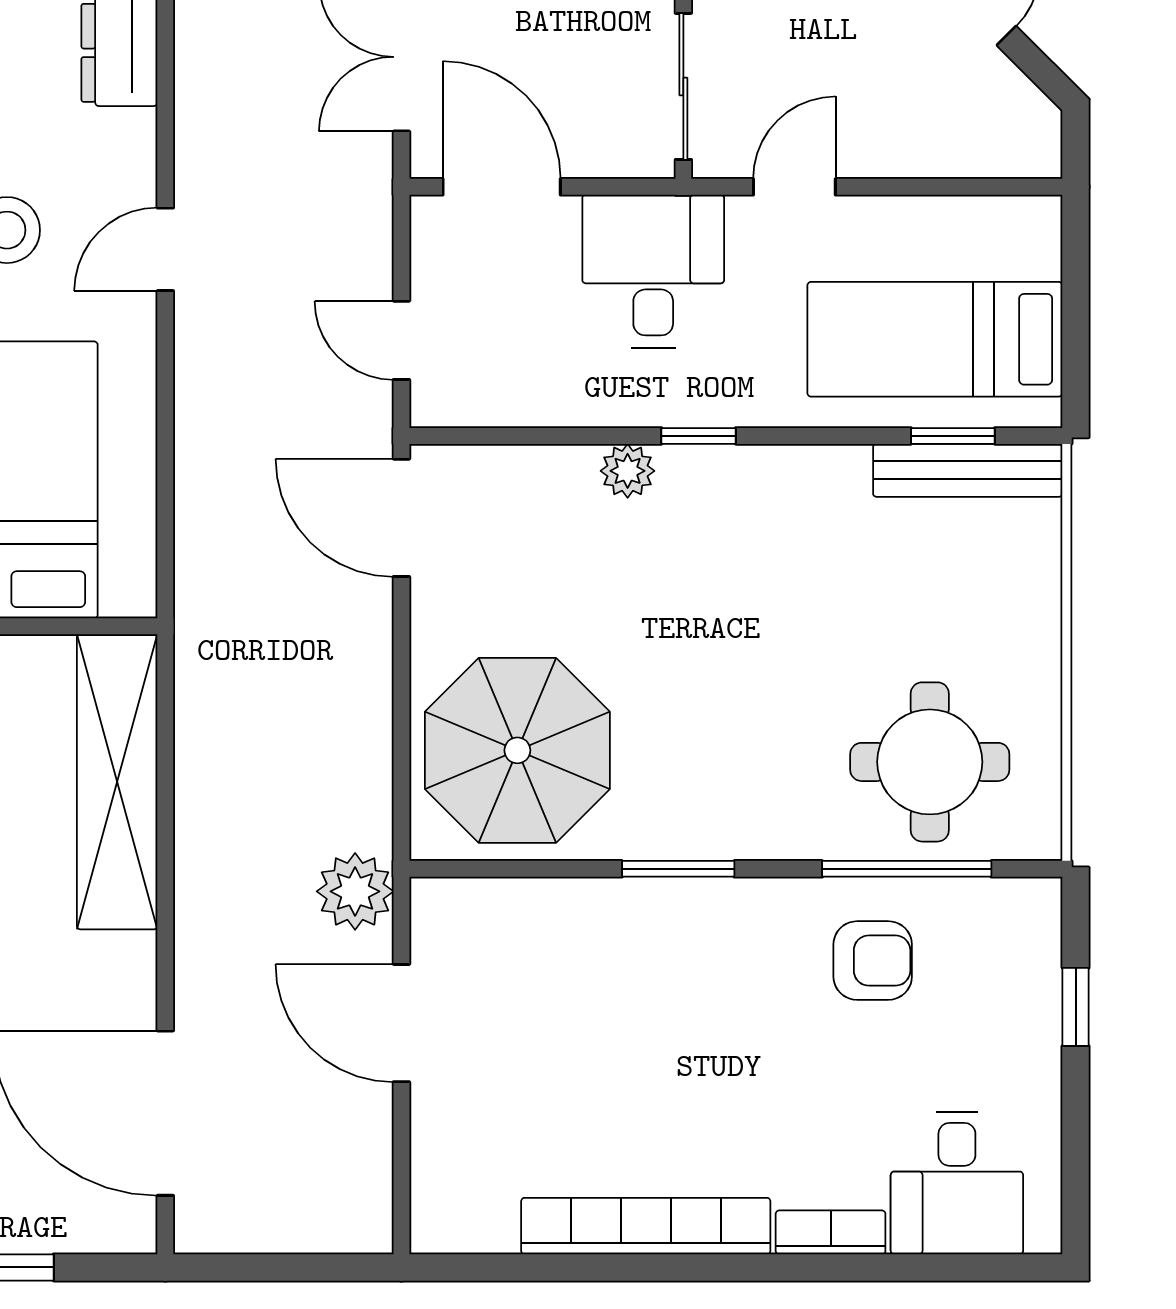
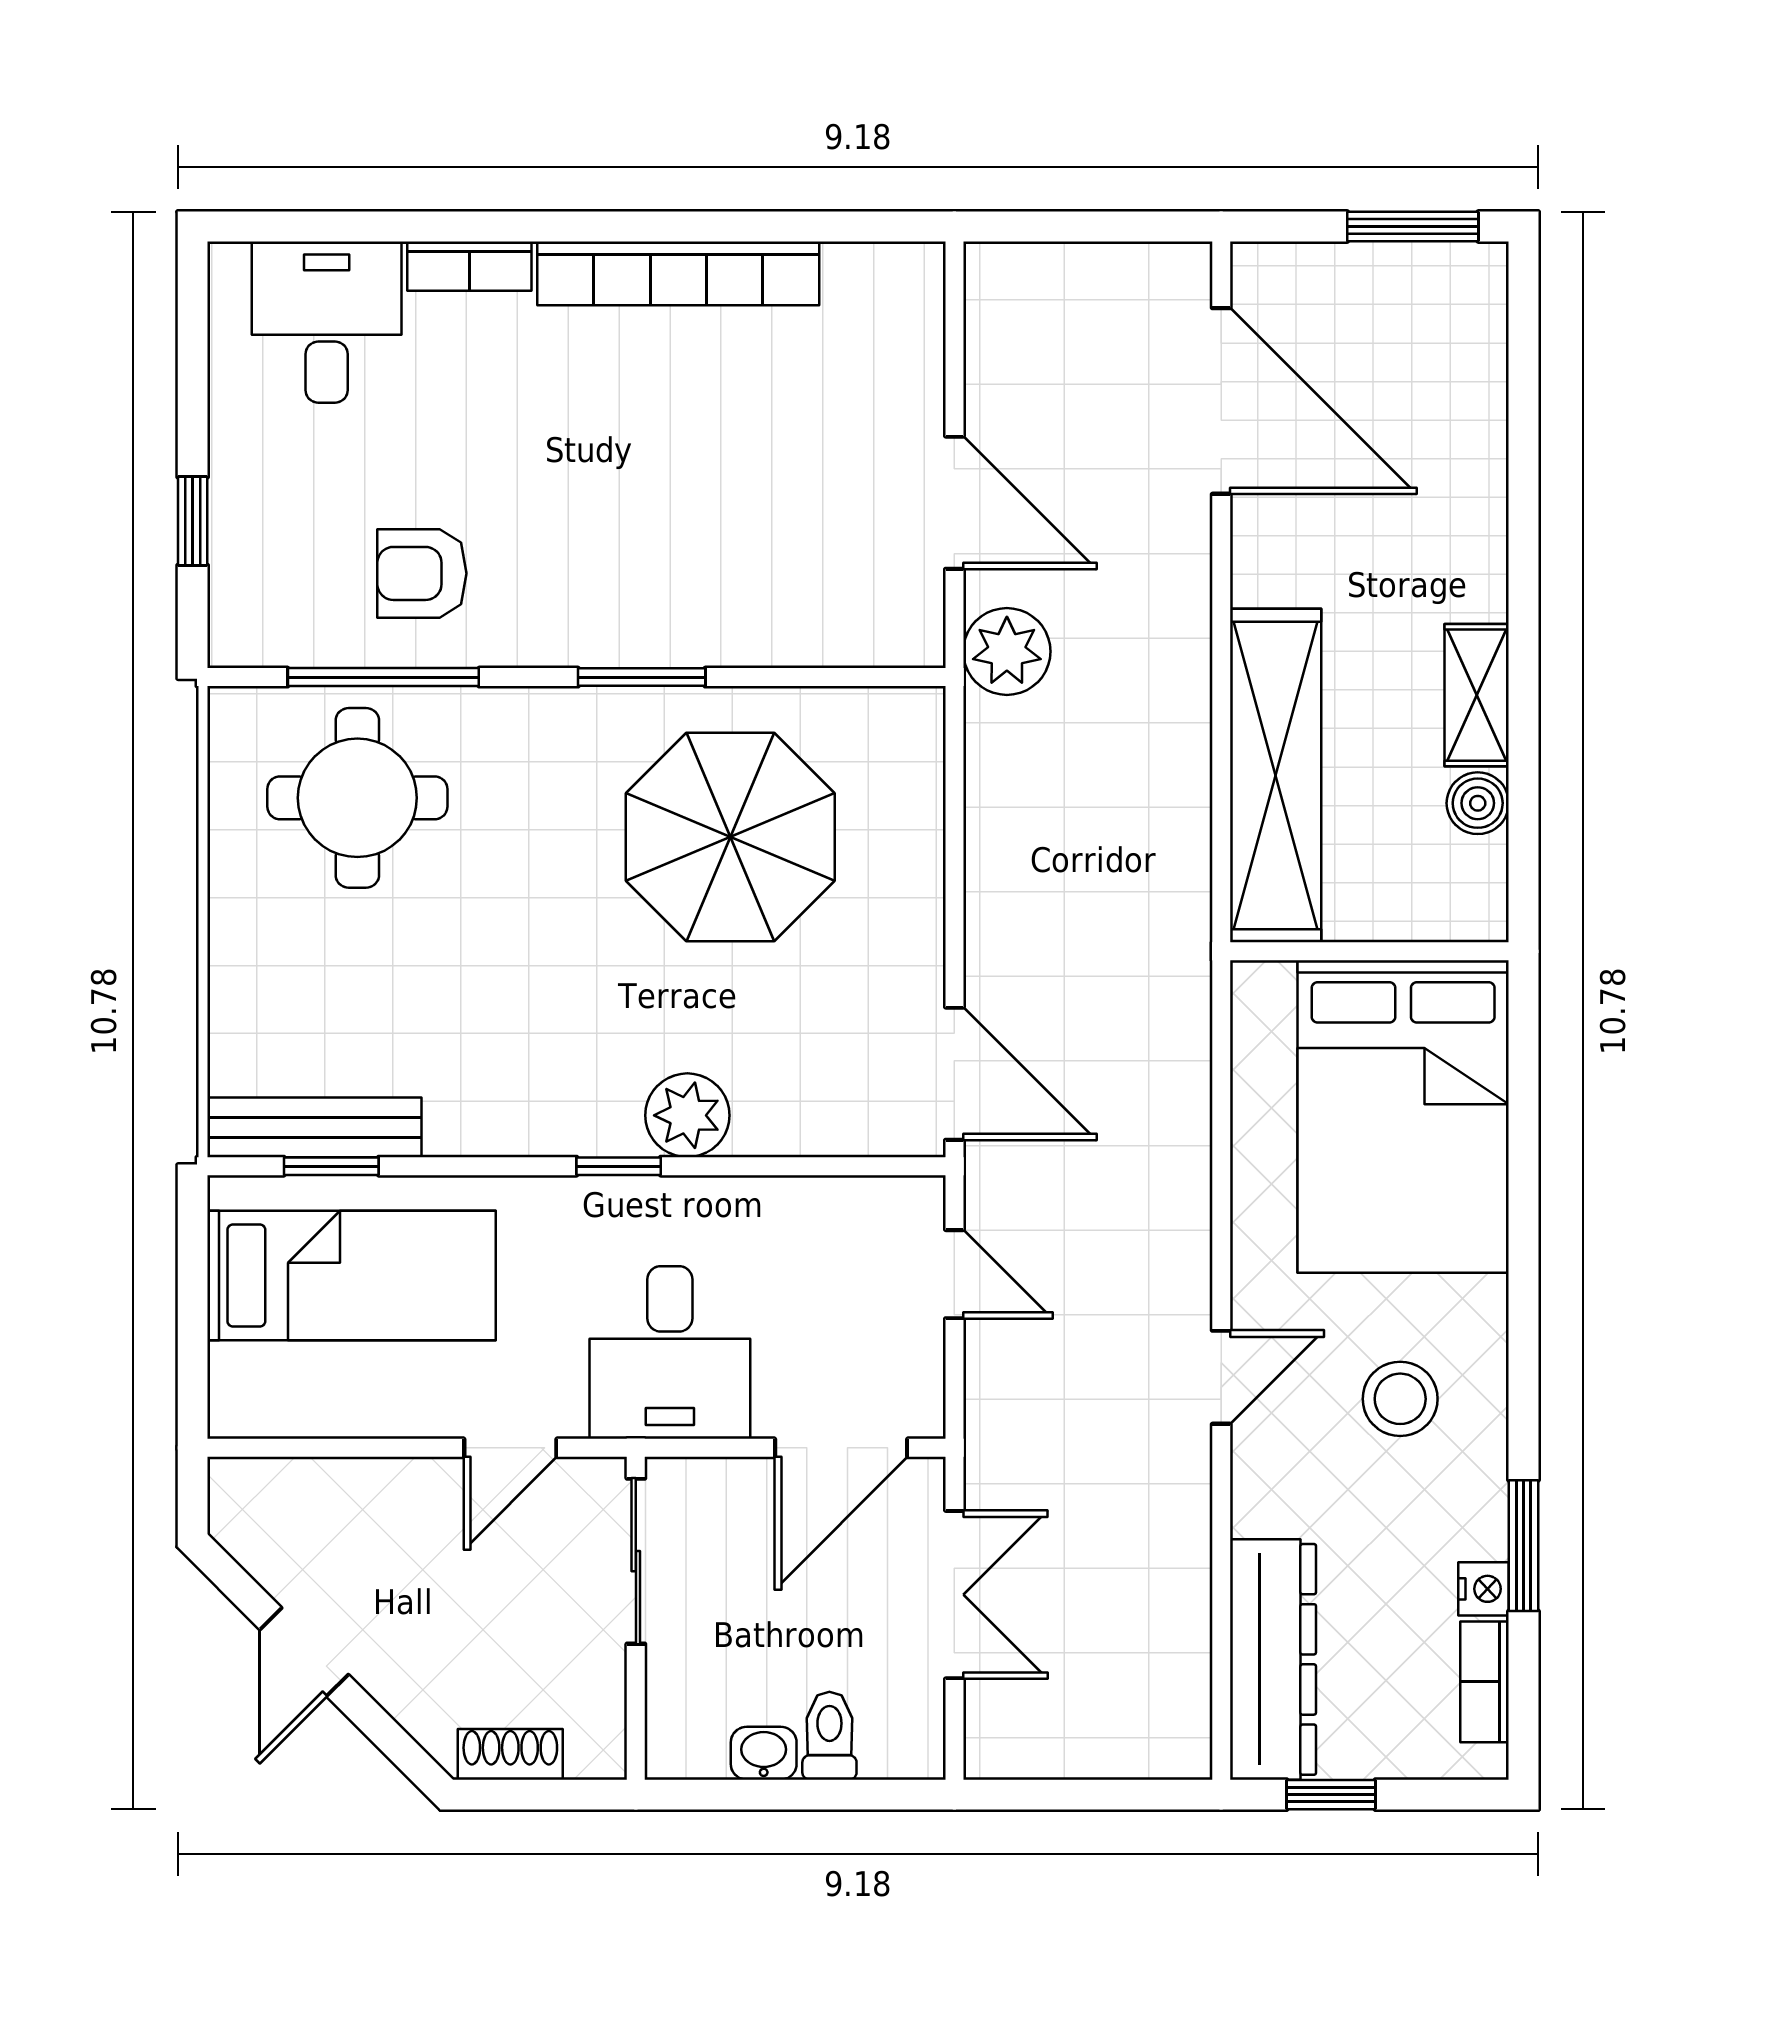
door: (502, 187) -> (841, 1448), hinge flipped
plant: (628, 471) -> (687, 1115), width x1.38, depth x1.38
parasol: (517, 750) -> (730, 837), moved

